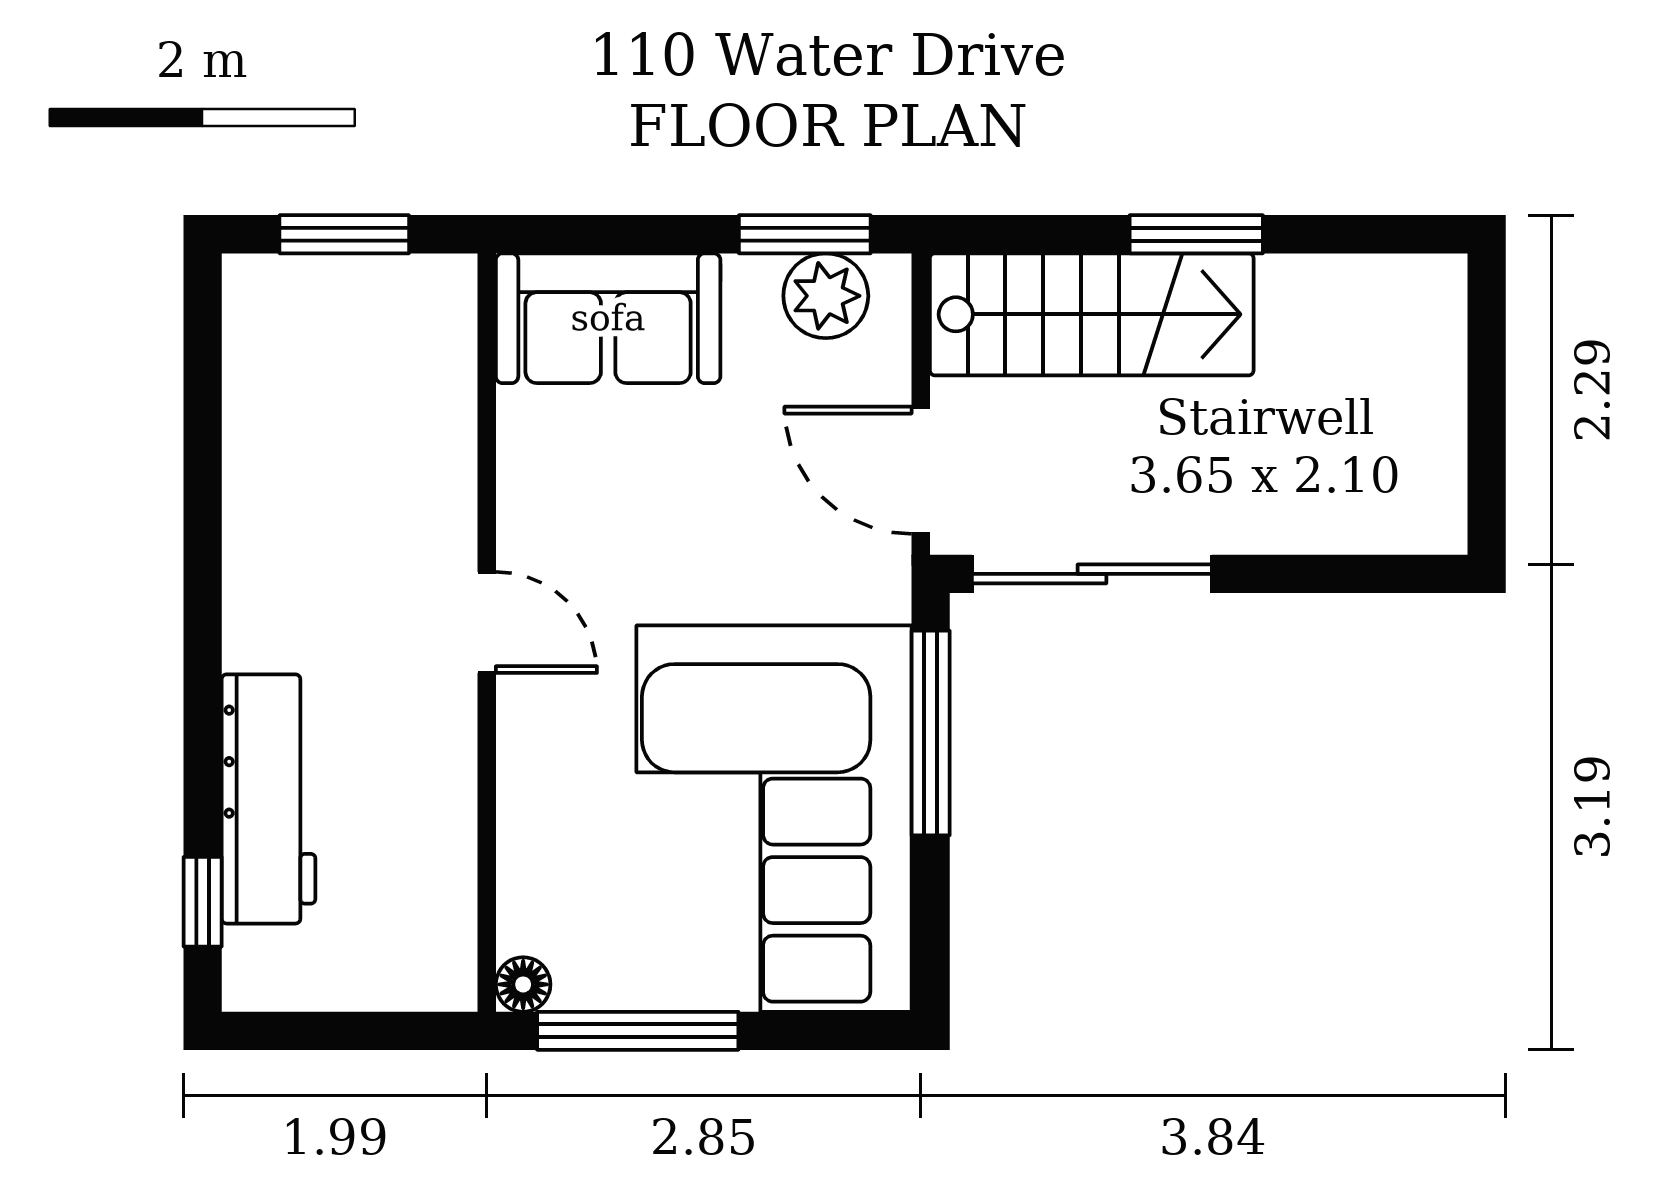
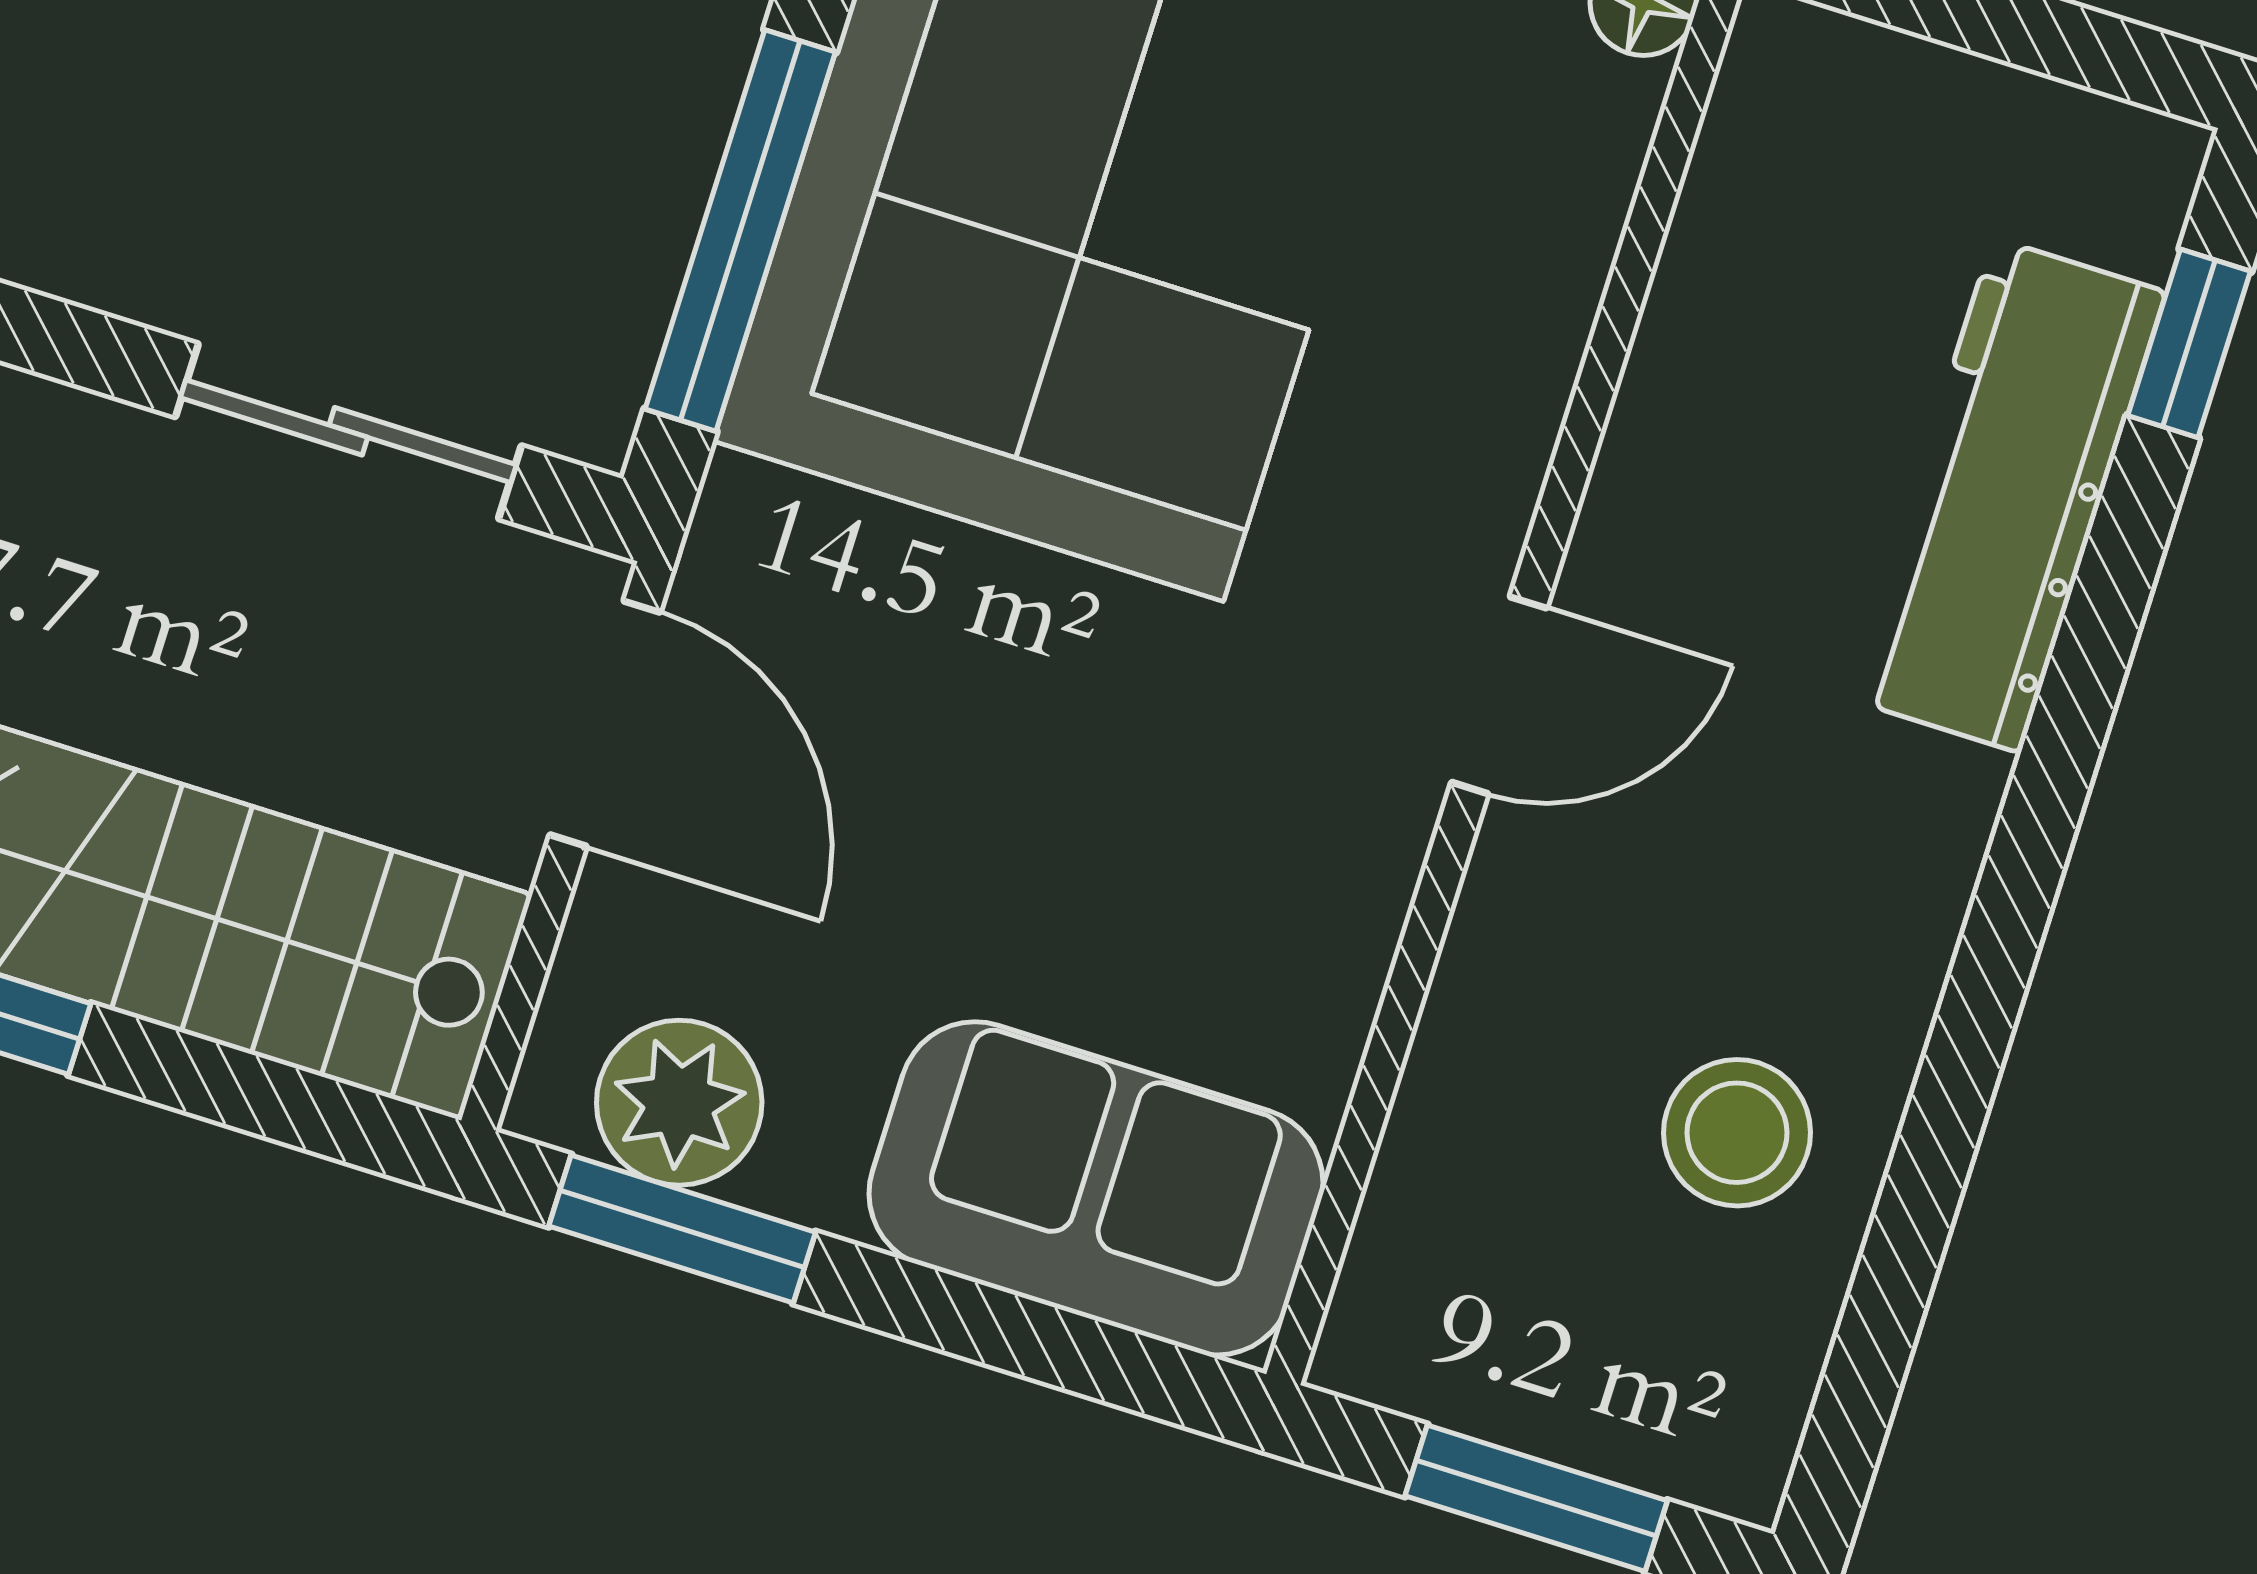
stool: (302, 445) -> (1737, 1133), added
sliding door: (1092, 574) -> (348, 431), width x0.73
door: (487, 622) -> (1499, 695), swing flipped

